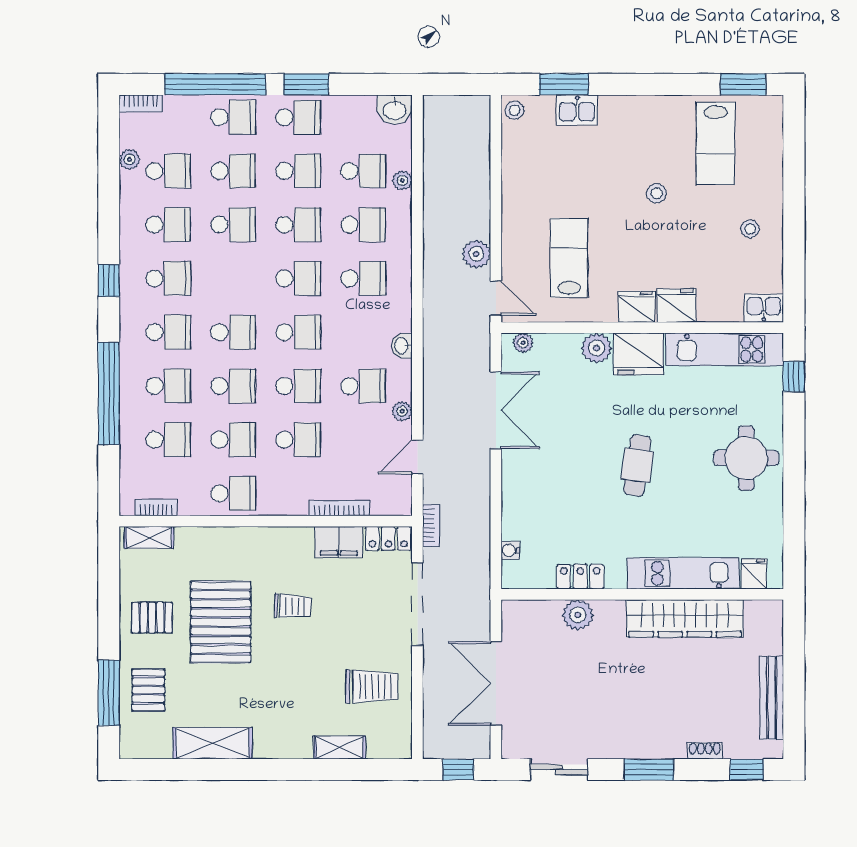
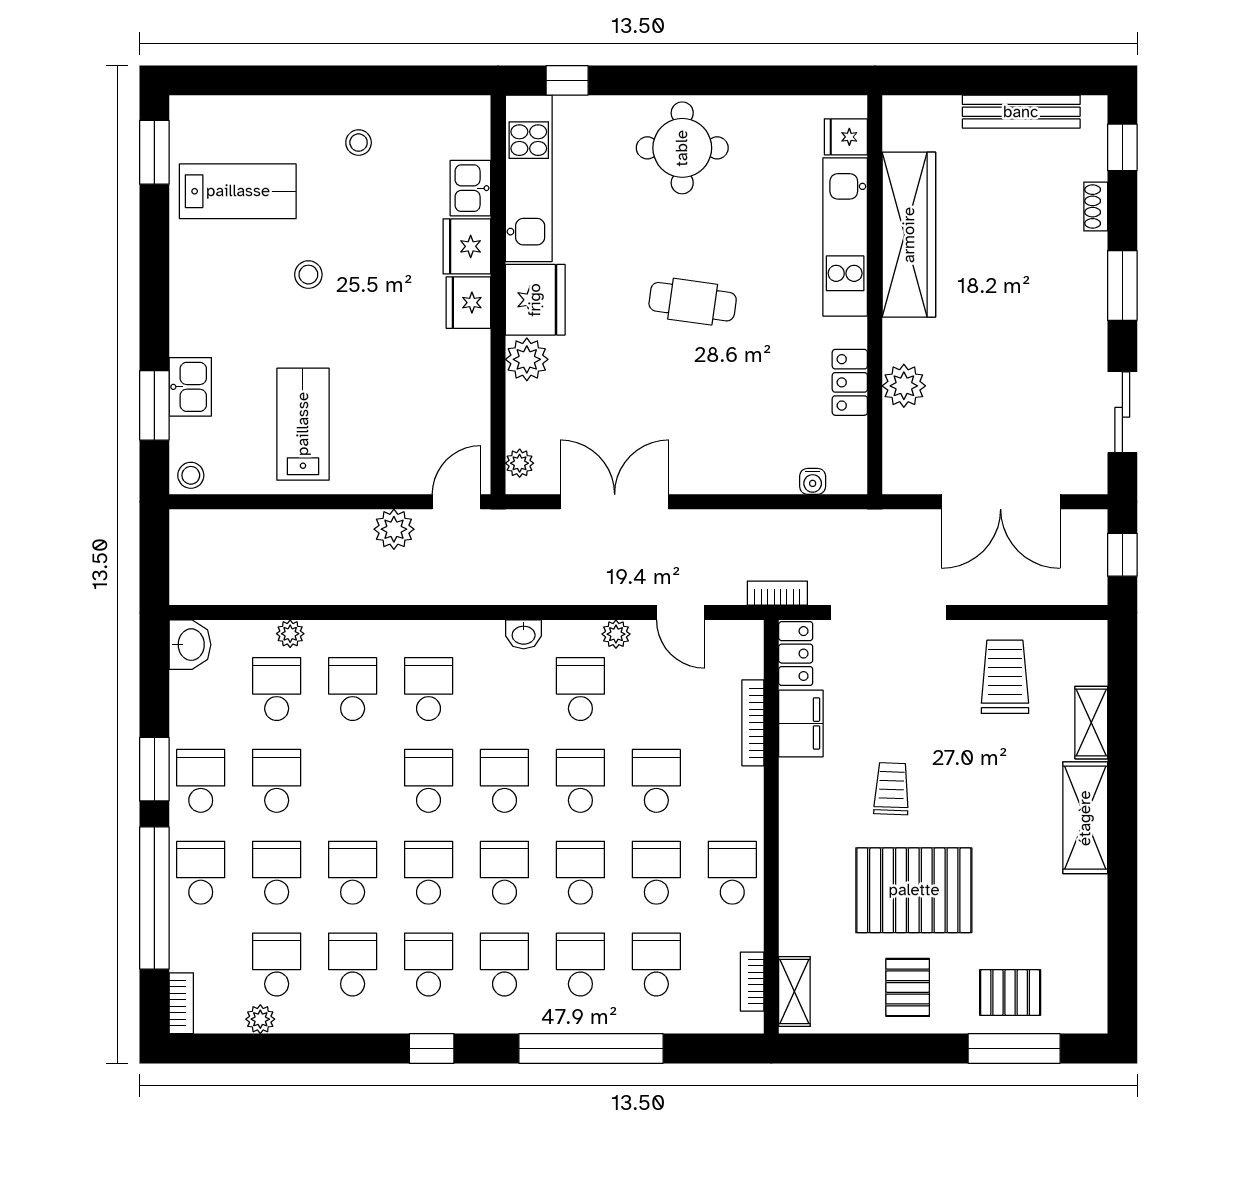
school desk: (298, 225) -> (429, 873), moved
lab bench: (569, 258) -> (303, 424), moved, turned 90
kitchen sink: (764, 308) -> (470, 188), moved
shelving: (213, 743) -> (1085, 818), moved

